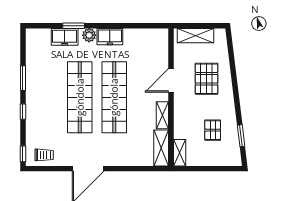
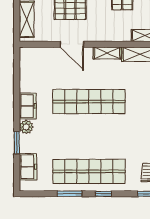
freezer: (65, 37) -> (28, 167), moved
shop shelf: (80, 97) -> (89, 171), moved

